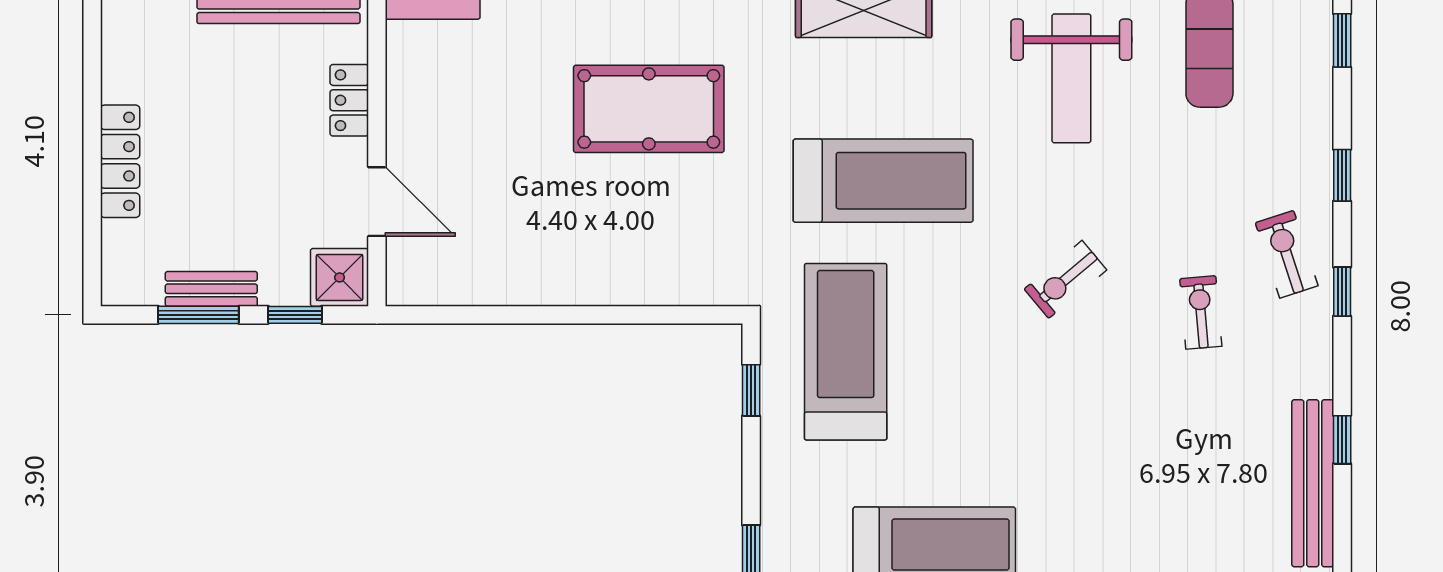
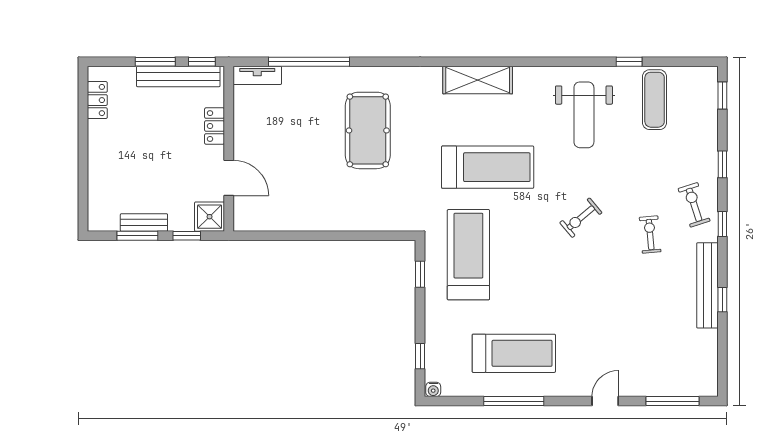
pool table: (649, 109) -> (368, 130), turned 90
locker: (120, 161) -> (97, 100), moved, width x0.66
bench: (1313, 483) -> (707, 285), moved

